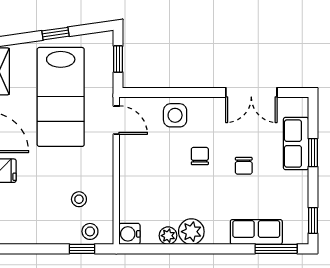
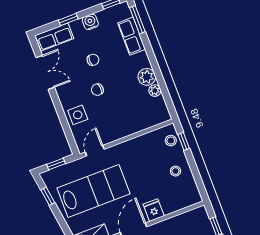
window: (55, 34) -> (48, 196), moved
row of seats: (296, 144) -> (54, 37), moved
stool: (79, 199) -> (176, 171), moved
water cooler: (129, 234) -> (90, 22), moved, turned 180

